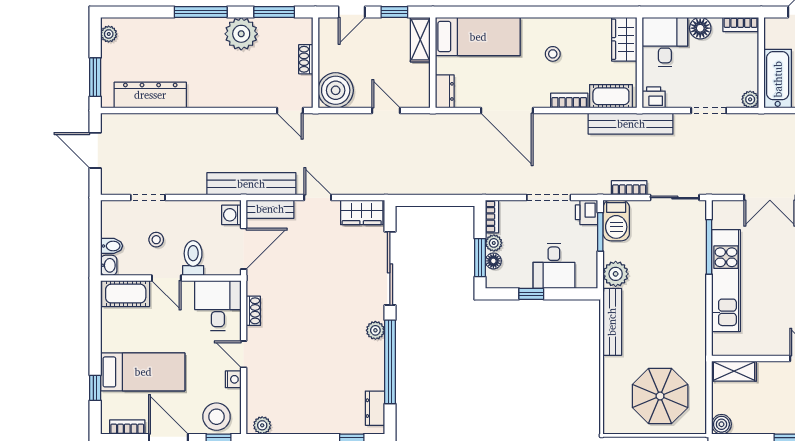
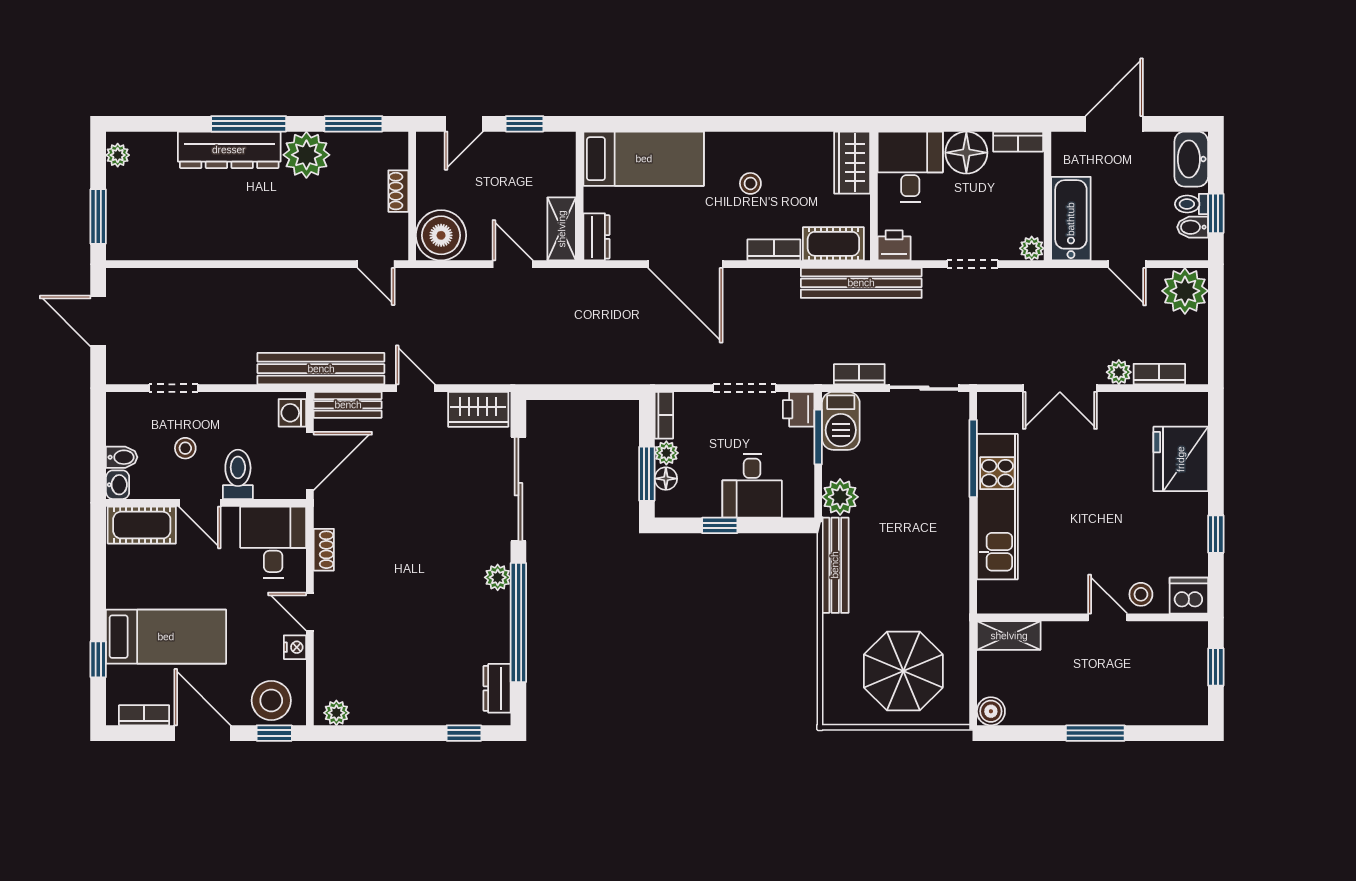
floor lamp: (700, 28) -> (966, 153), width x1.38, depth x1.38
shelving: (420, 40) -> (562, 229), moved
dresser: (150, 95) -> (229, 150), moved, turned 180

